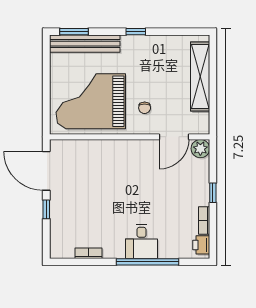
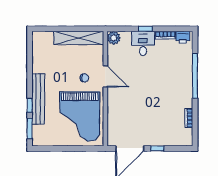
window: (136, 32) -> (30, 105), moved
bench: (85, 44) -> (38, 99), moved
shelving: (200, 76) -> (79, 38), moved
door: (174, 137) -> (105, 76), moved
desk: (142, 242) -> (143, 43), moved, turned -90

